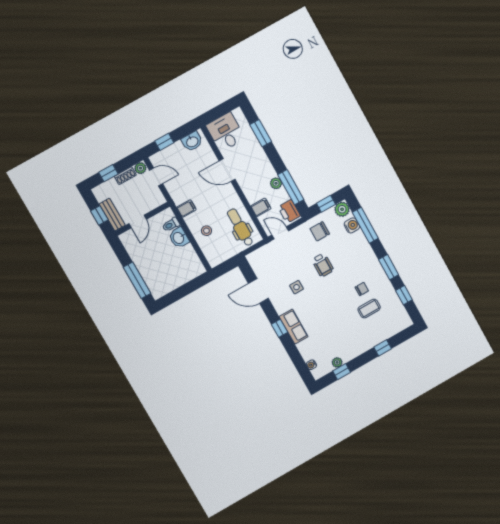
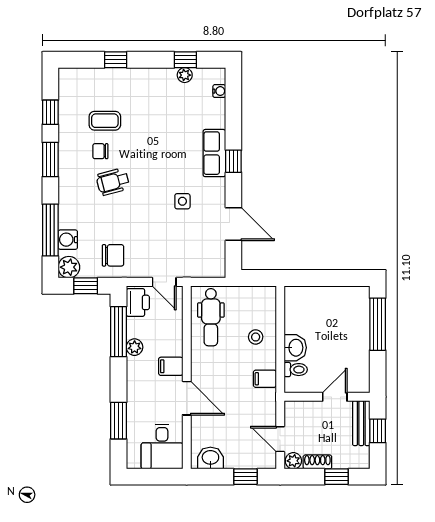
filing cabinet: (261, 207) -> (171, 366), moved
wheelchair: (323, 265) -> (113, 182), moved, turned -105

